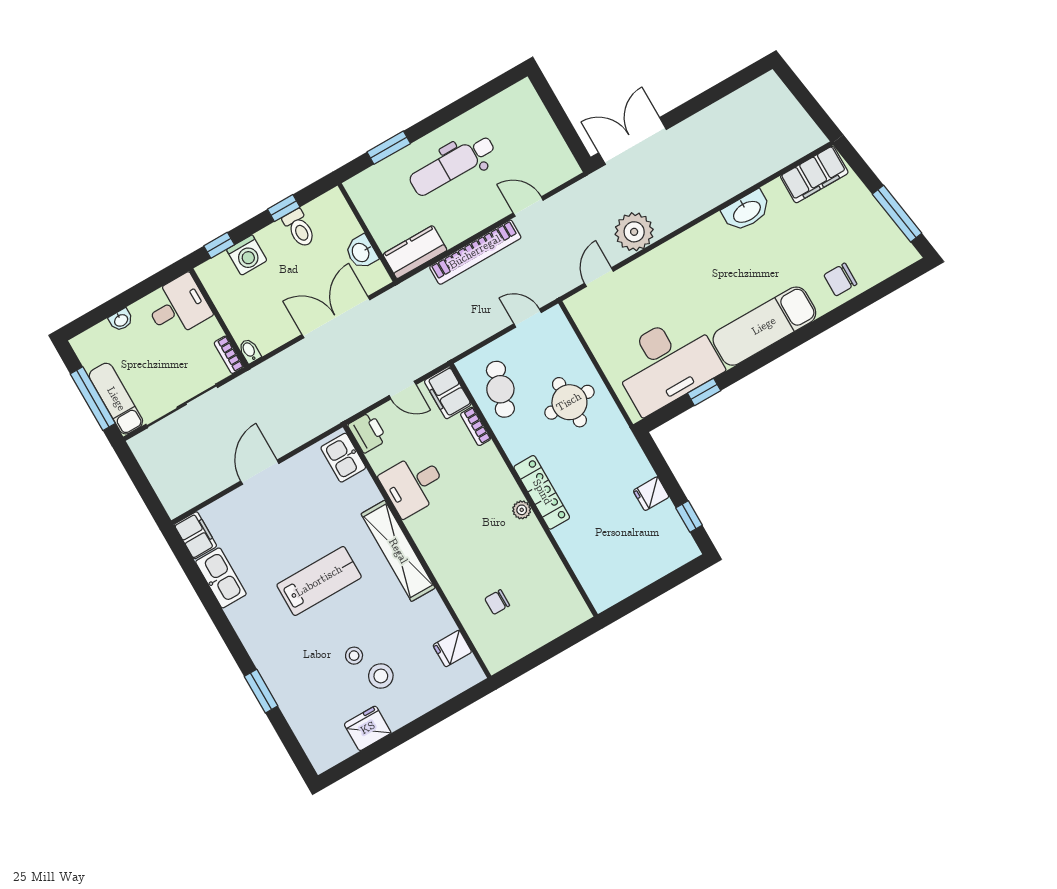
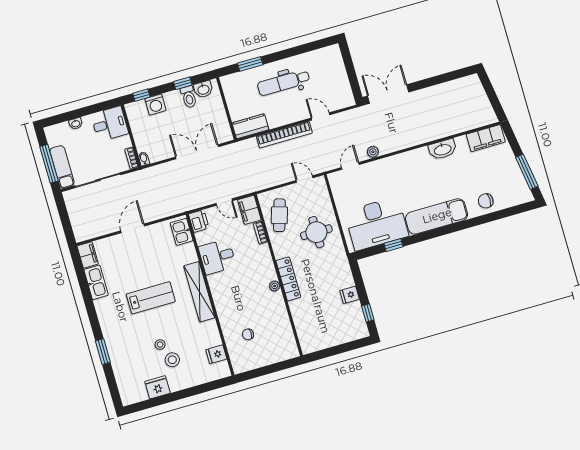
plant: (634, 232) -> (373, 152), width x0.53, depth x0.53
washbasin: (361, 252) -> (203, 89), moved, turned -90

